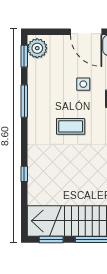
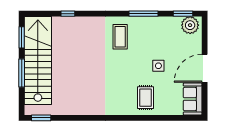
coffee table: (71, 126) -> (120, 37), moved
window: (24, 174) -> (68, 14), moved

